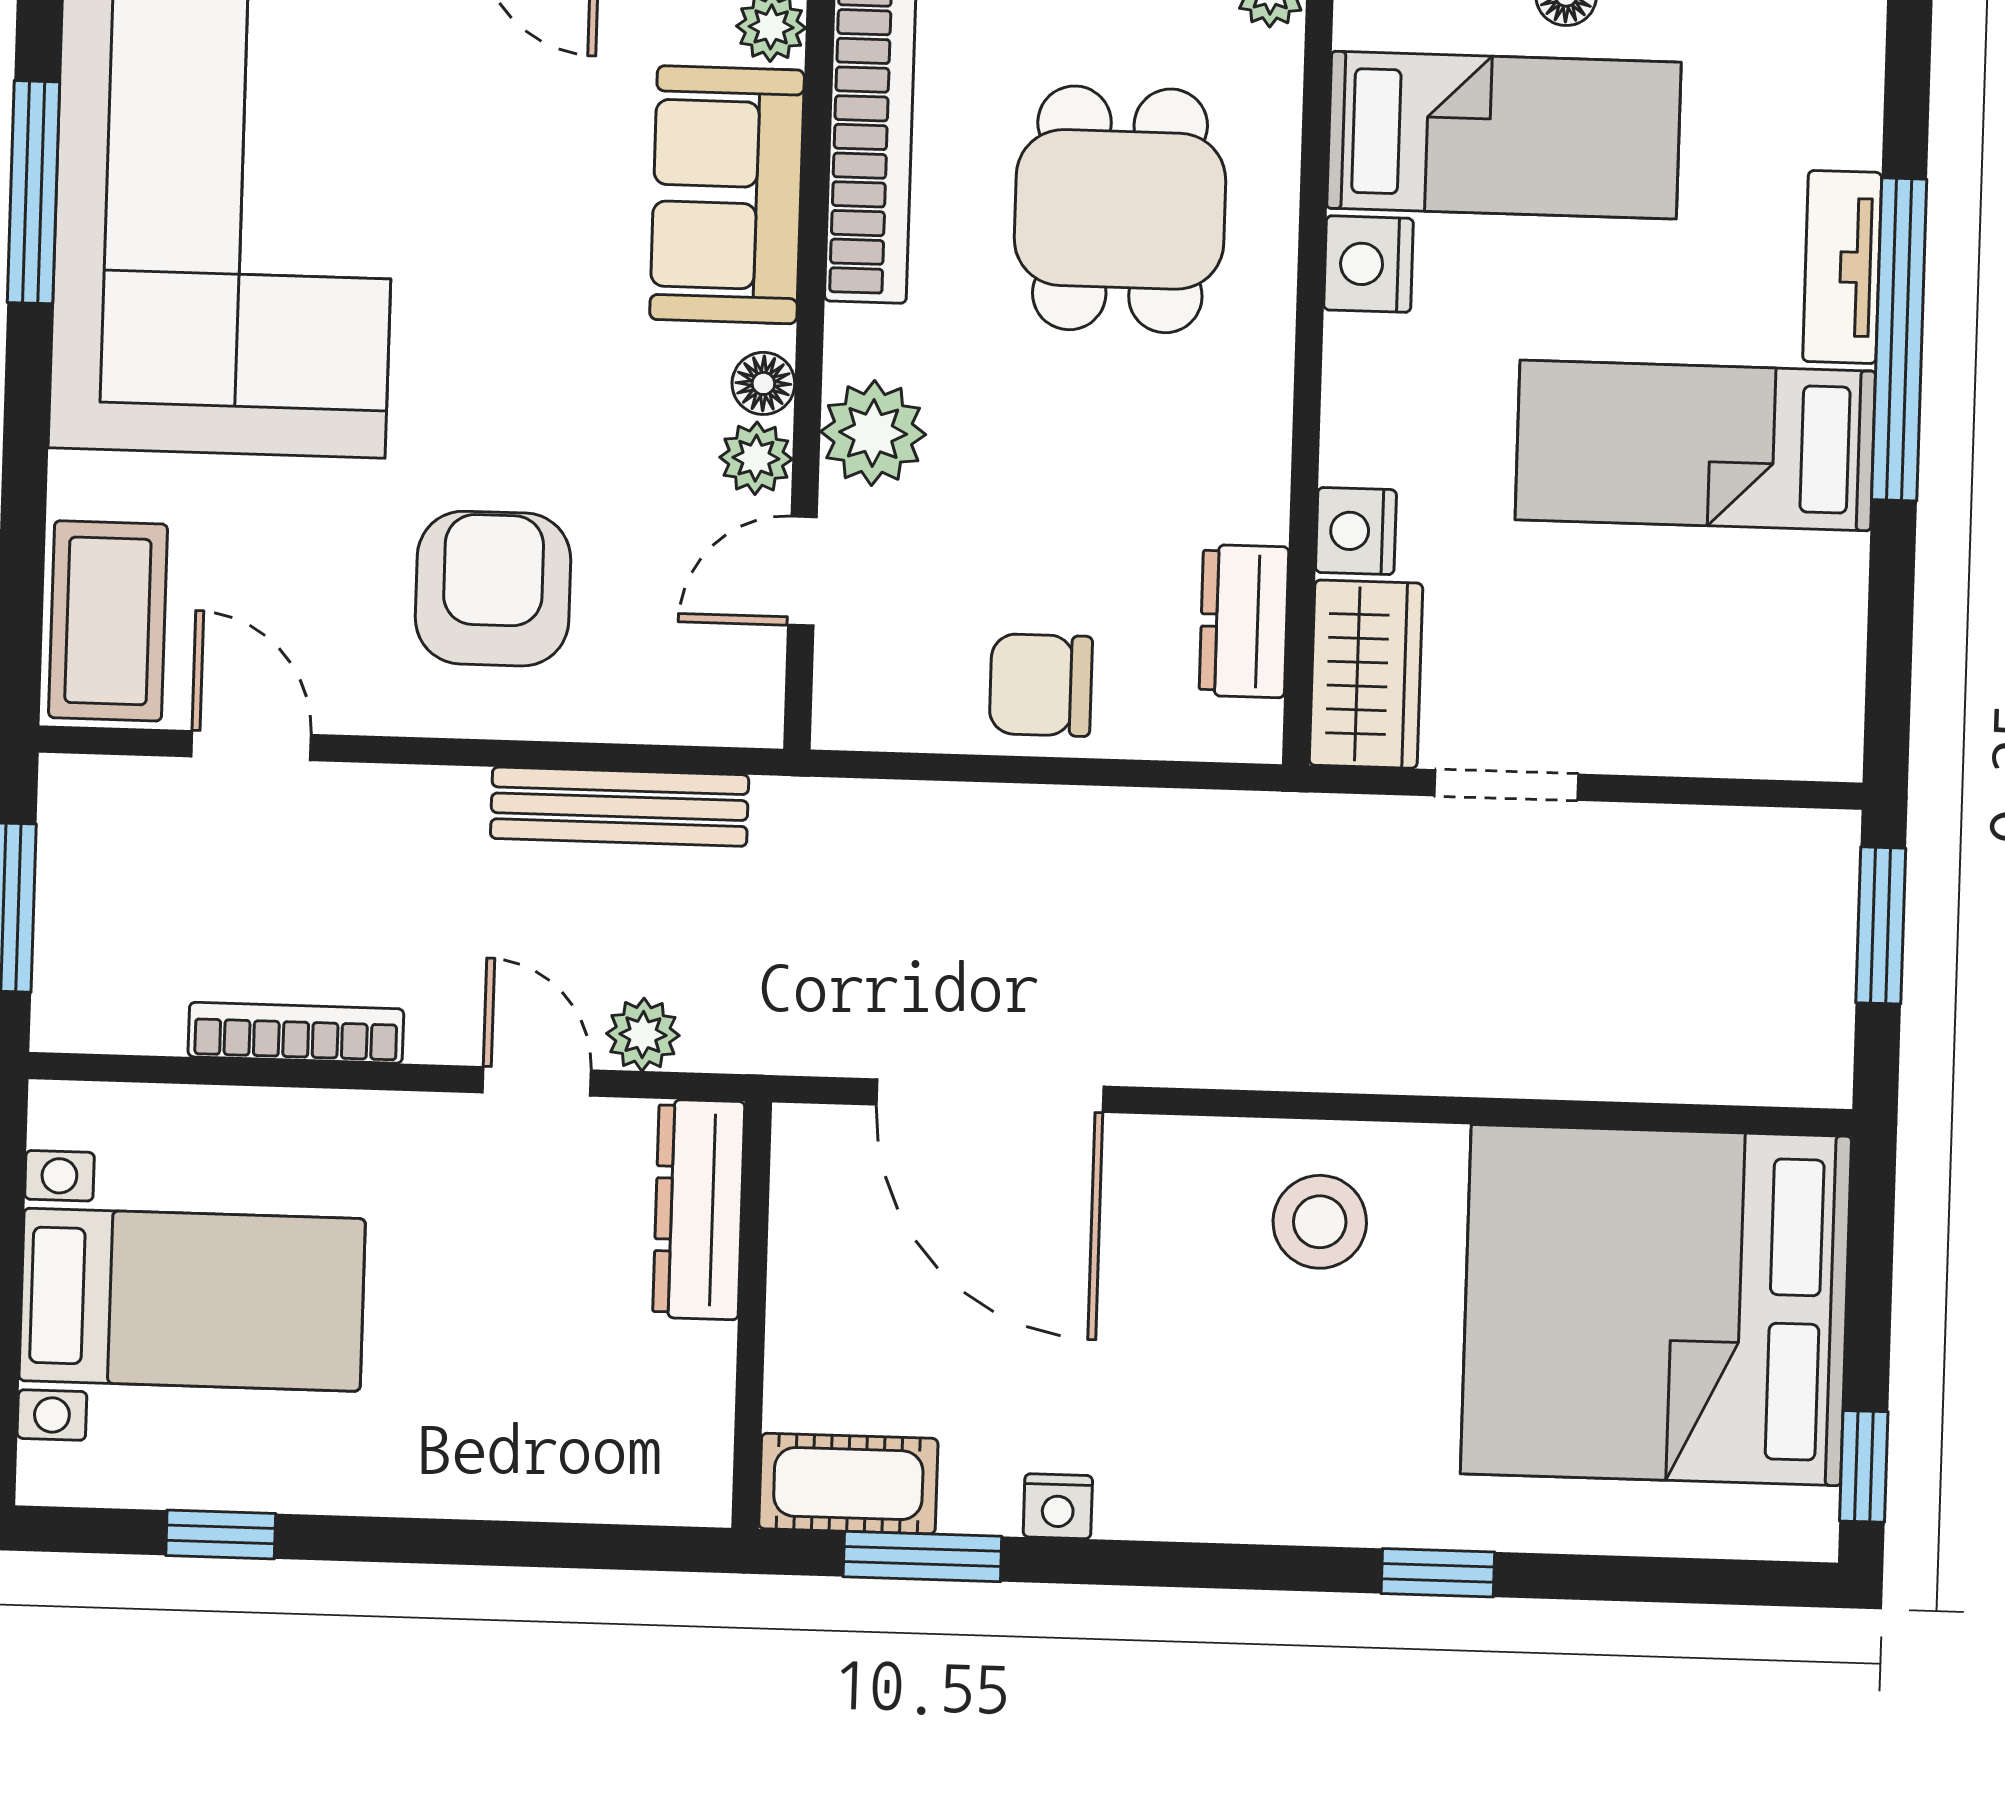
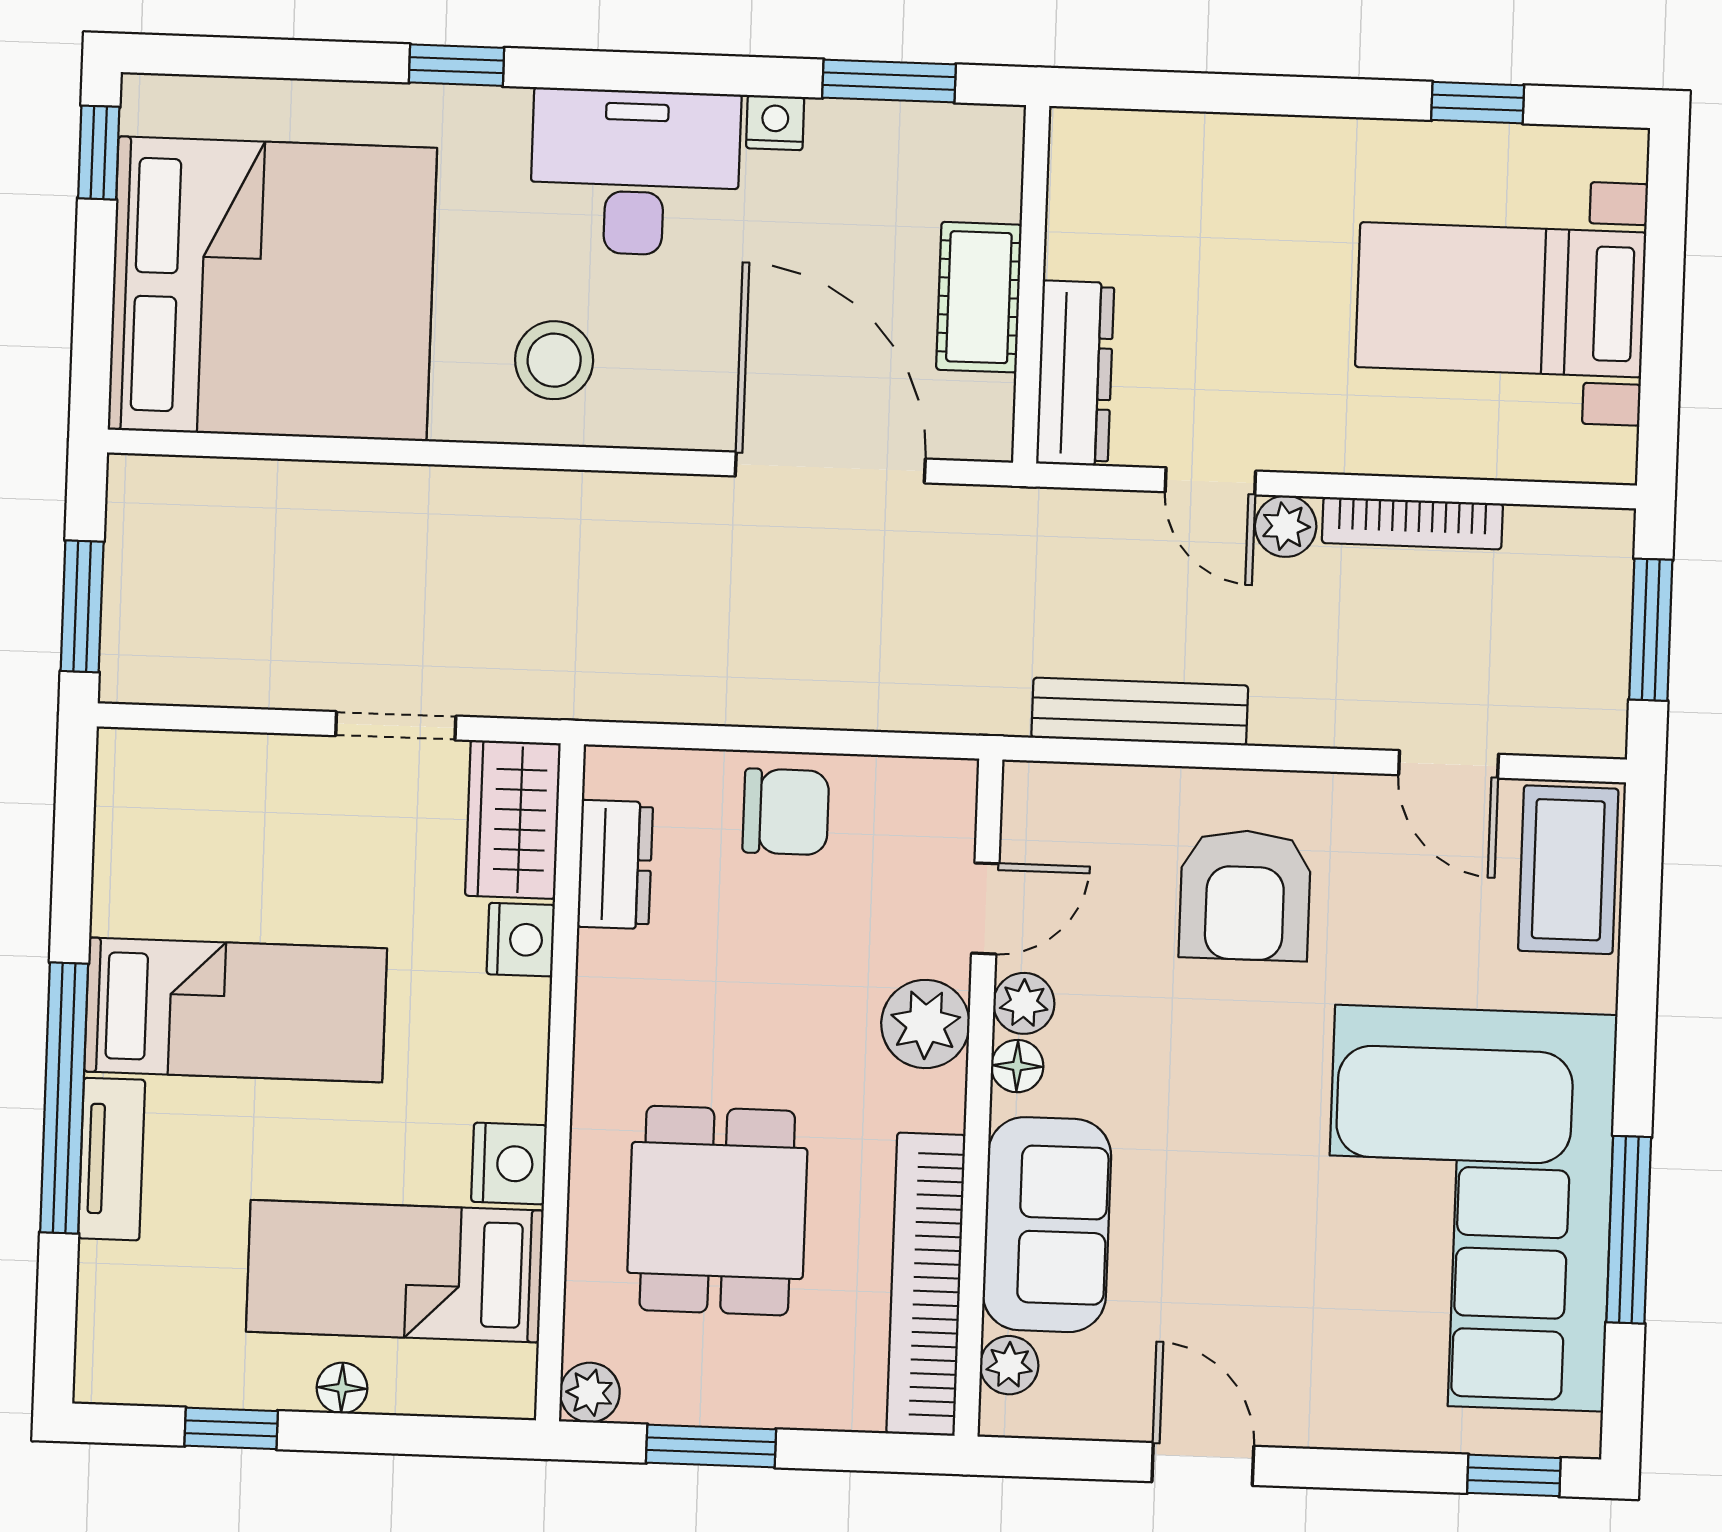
plant: (643, 1035) -> (1286, 526), moved
desk: (1224, 1446) -> (635, 172), added
cot: (848, 1484) -> (979, 297), moved, turned 90

